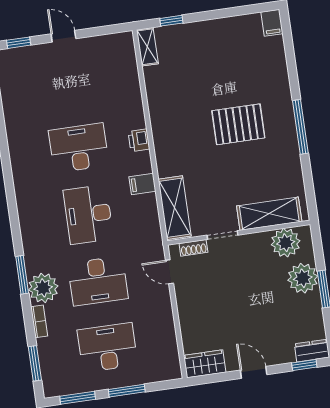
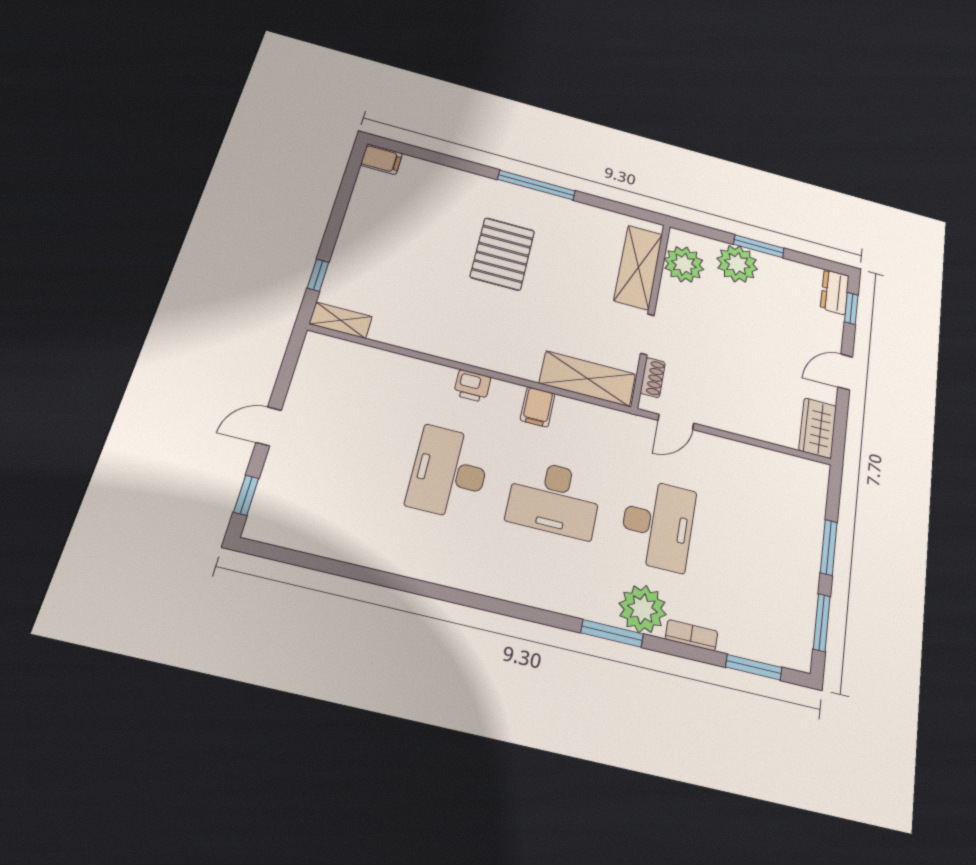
desk: (107, 348) -> (759, 550), removed

